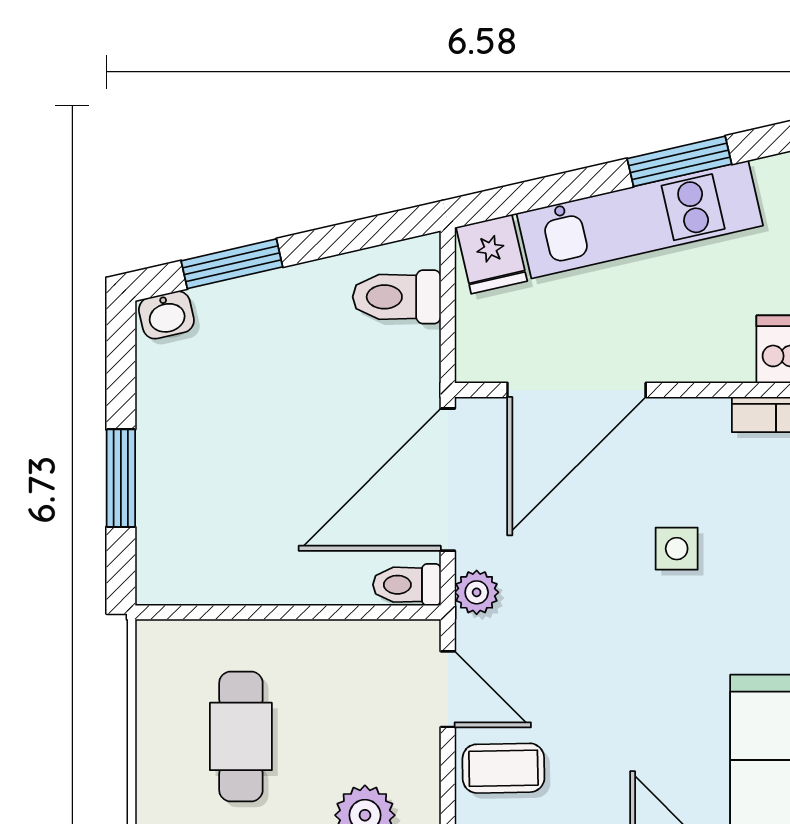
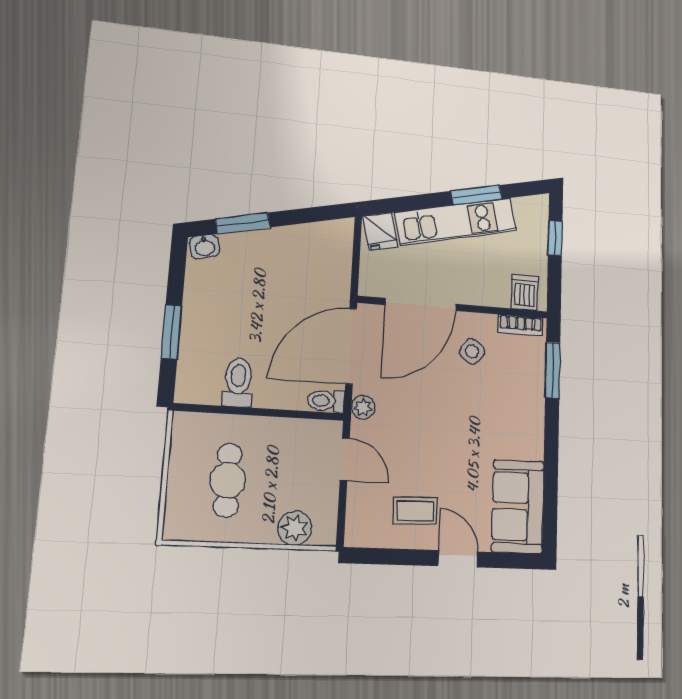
toilet: (397, 297) -> (238, 382), moved, turned 90
side table: (677, 549) -> (472, 351), moved, turned 38
coffee table: (503, 768) -> (415, 511), moved

